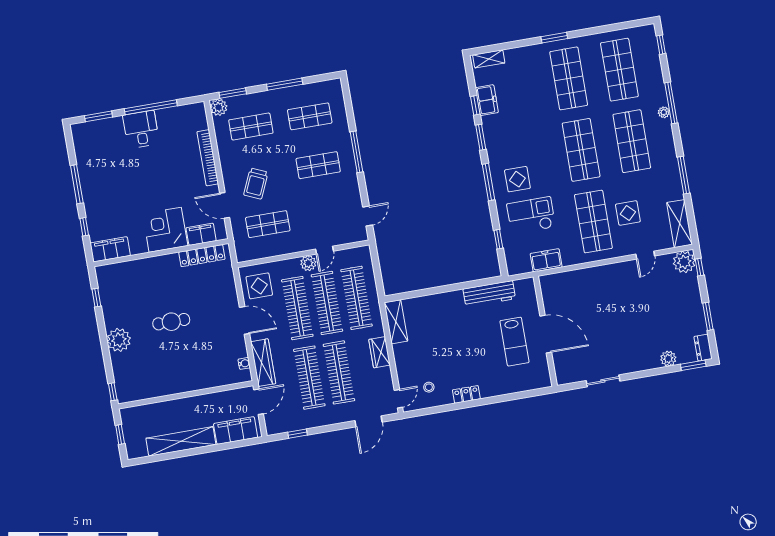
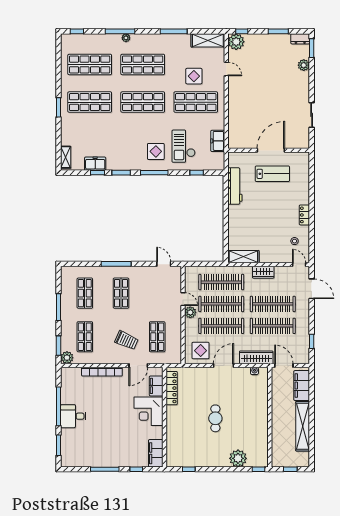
plant: (119, 340) -> (238, 458), moved

